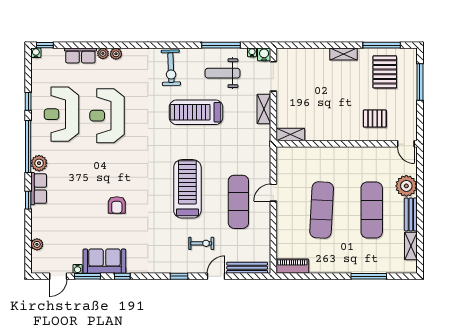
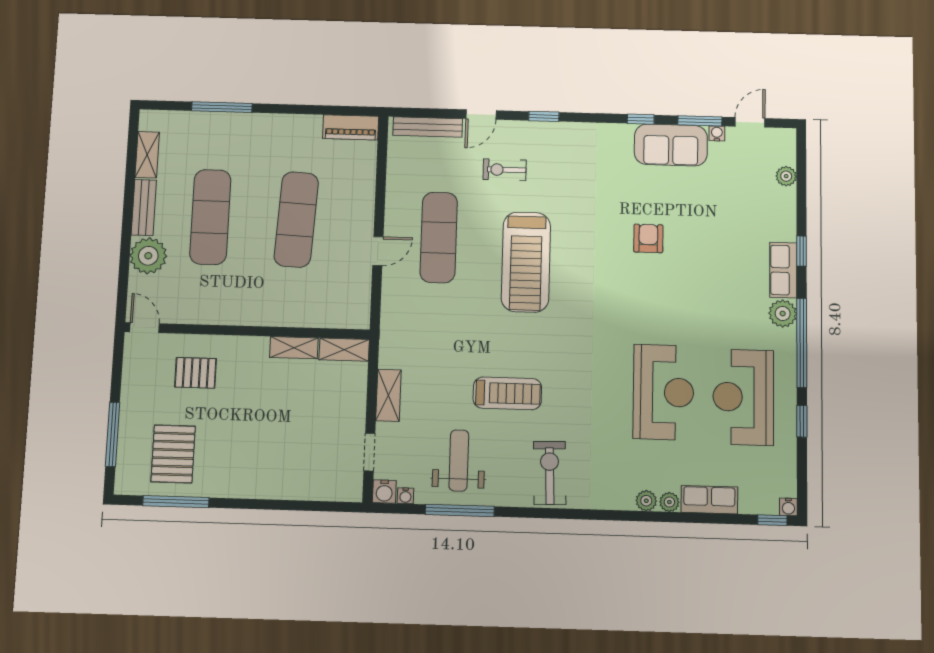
shelving: (344, 54) -> (294, 348), moved
weight bench: (223, 73) -> (459, 460), turned -90
doorway: (273, 76) -> (369, 452), width x0.73
treadmill: (196, 112) -> (507, 393), width x0.73, depth x0.73
reception desk: (61, 114) -> (743, 397), turned 180

